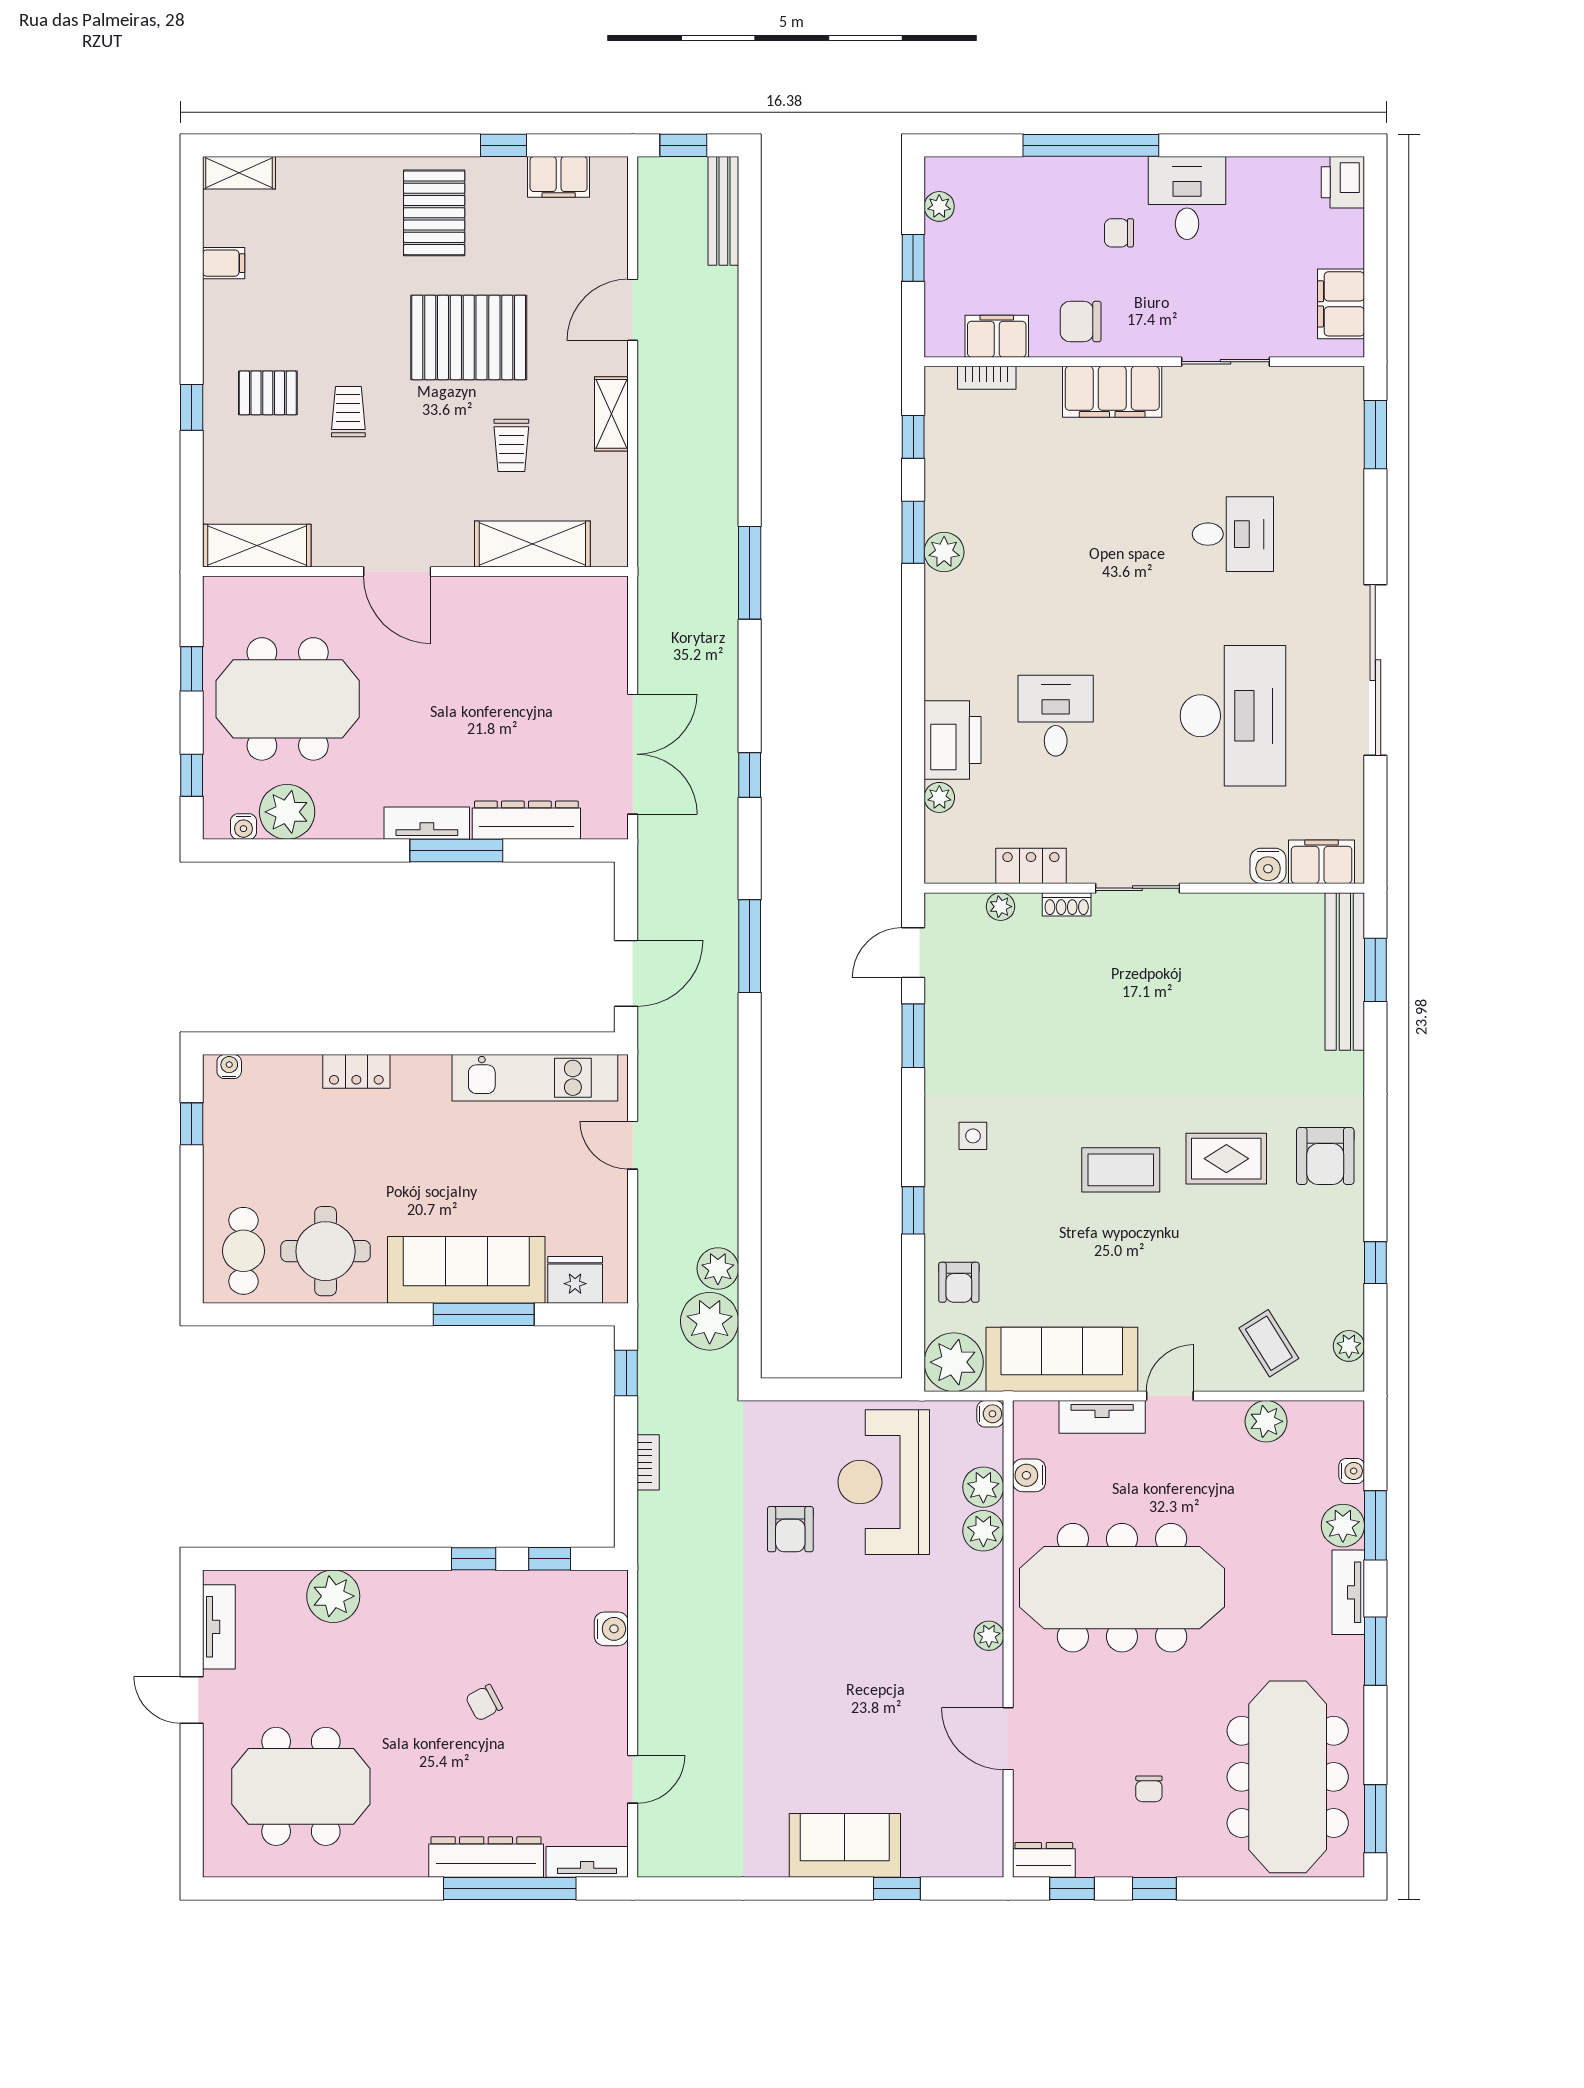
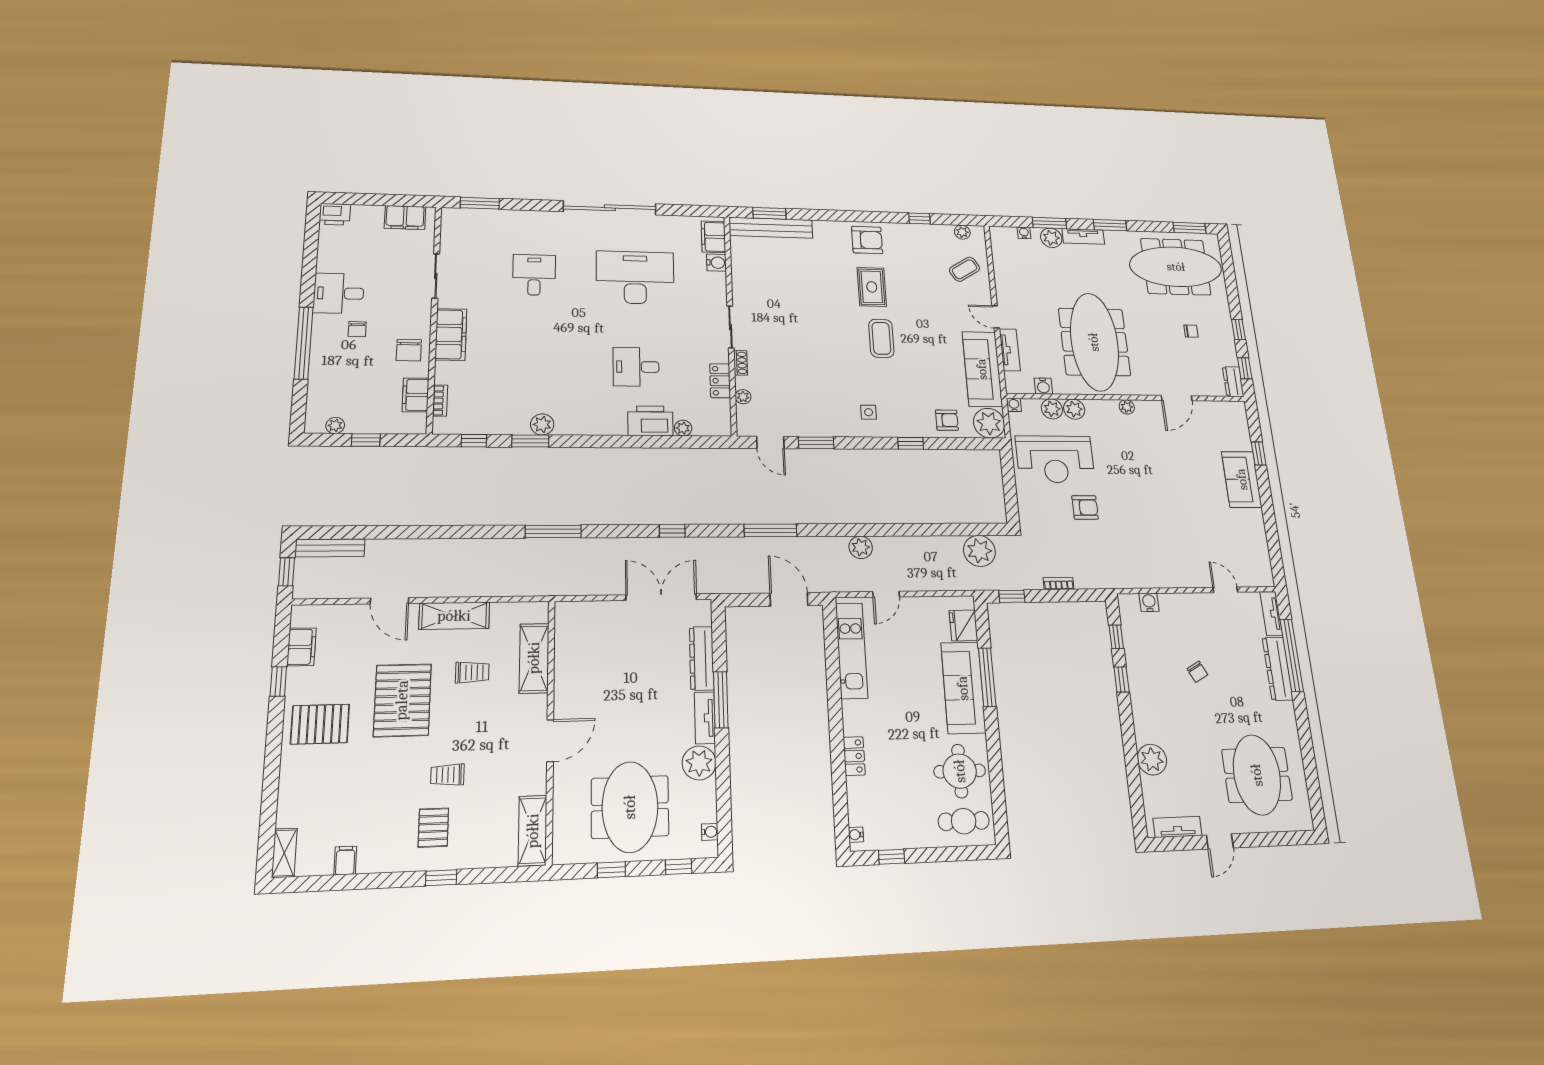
shelving: (611, 414) -> (454, 616), width x1.50, depth x1.33
plant: (287, 812) -> (699, 763), moved
plant: (718, 1268) -> (861, 547), moved
plant: (1266, 1421) -> (1004, 272), removed

